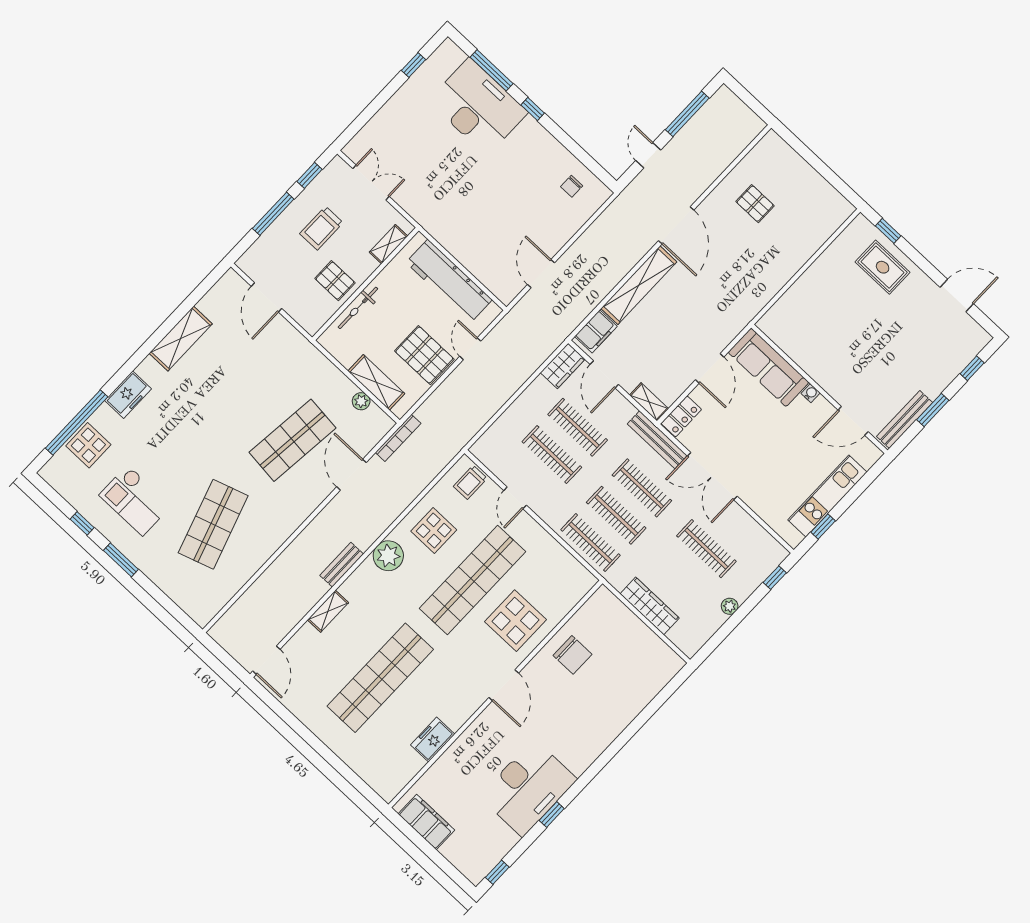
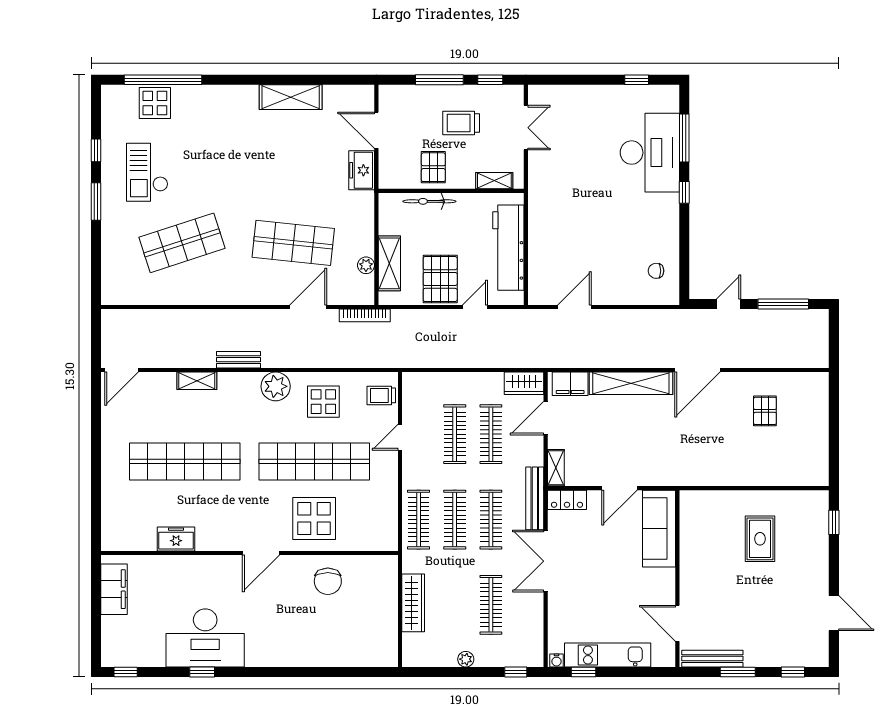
rug: (883, 267) -> (760, 539), moved
door: (267, 297) -> (376, 130), hinge flipped
water cooler: (811, 393) -> (556, 660), moved, turned 90
freezer: (128, 395) -> (362, 170), moved, turned 90

